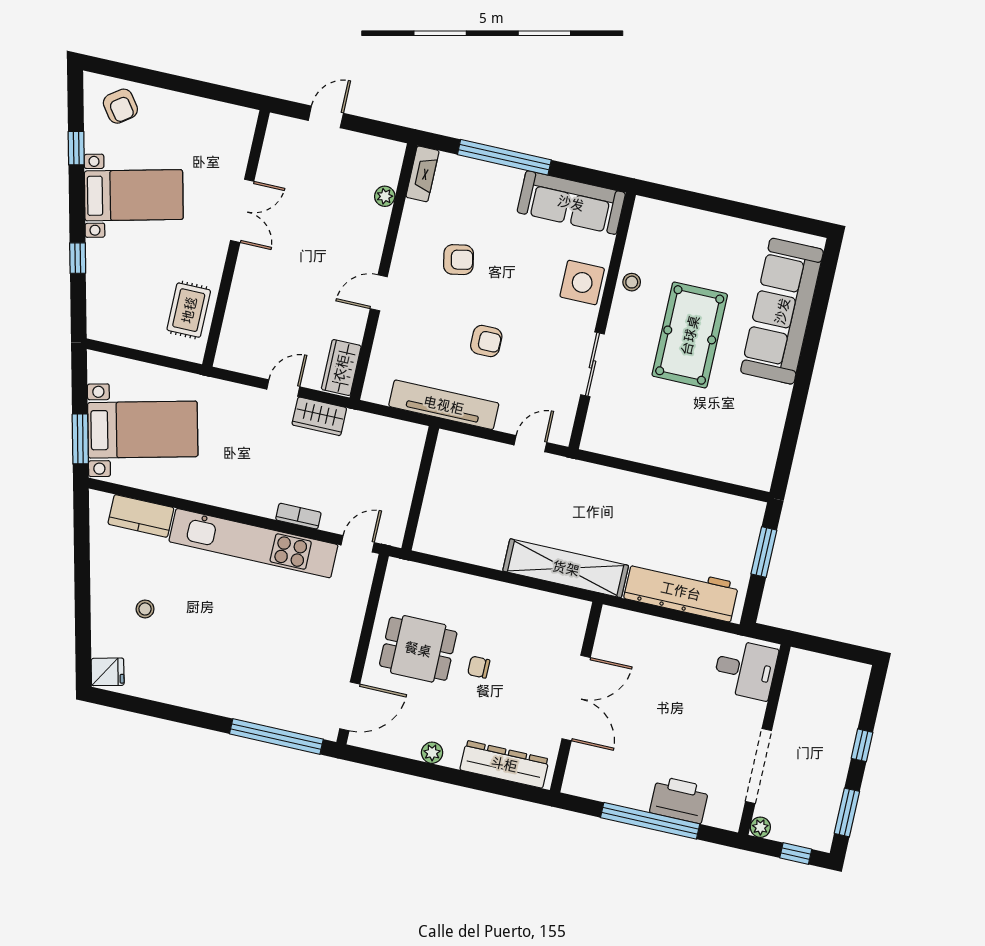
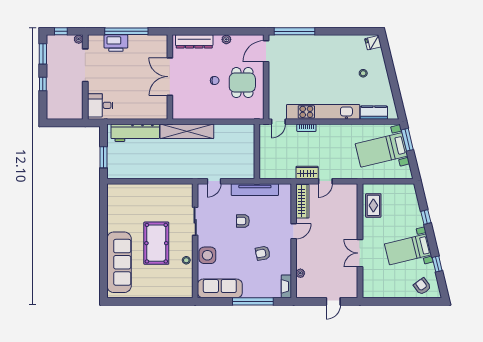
wardrobe: (341, 368) -> (302, 201), width x1.50
dining table: (418, 649) -> (242, 83), turned 90

